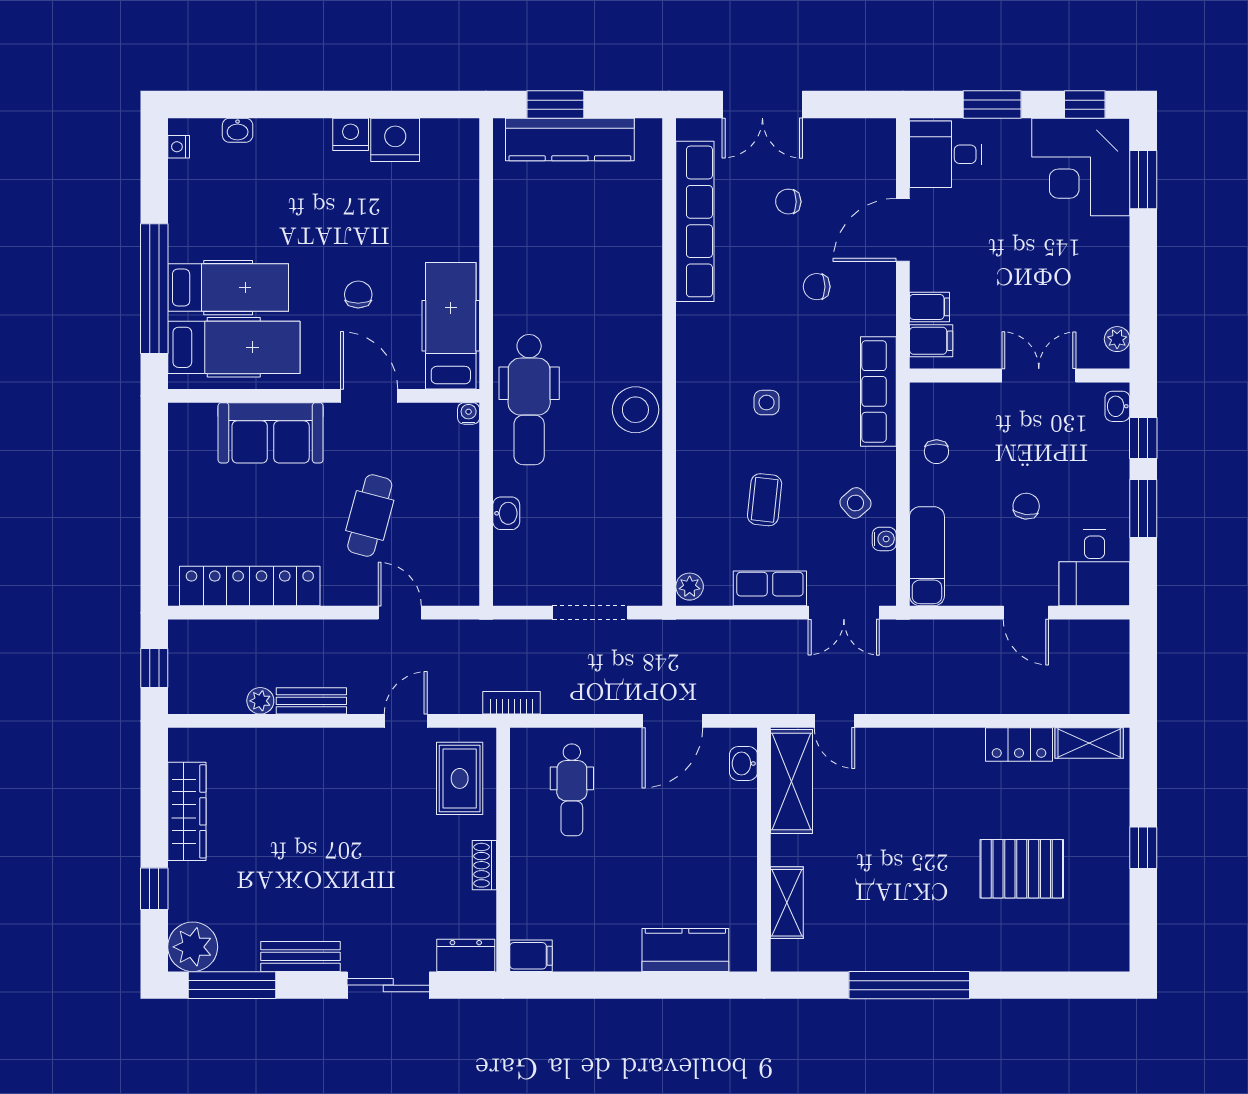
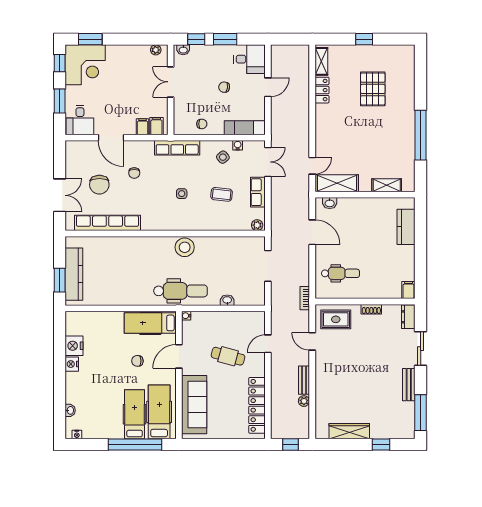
chair: (788, 202) -> (99, 185), width x1.87, depth x1.87
sofa: (271, 433) -> (194, 405), width x1.36
plant: (193, 947) -> (405, 429), removed

